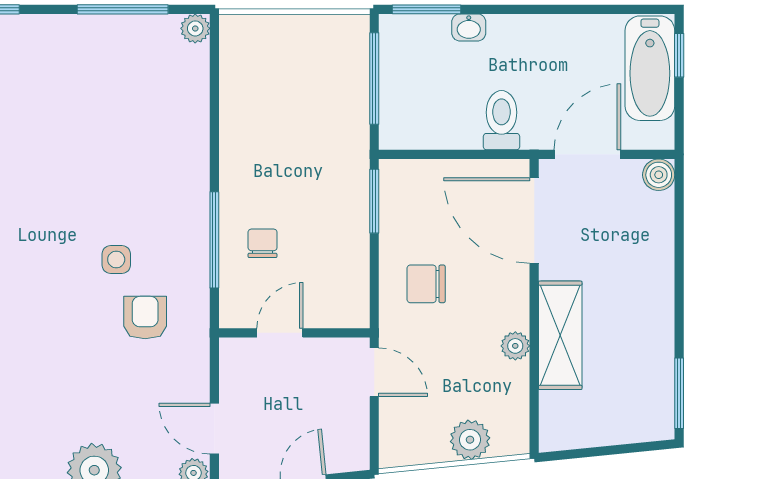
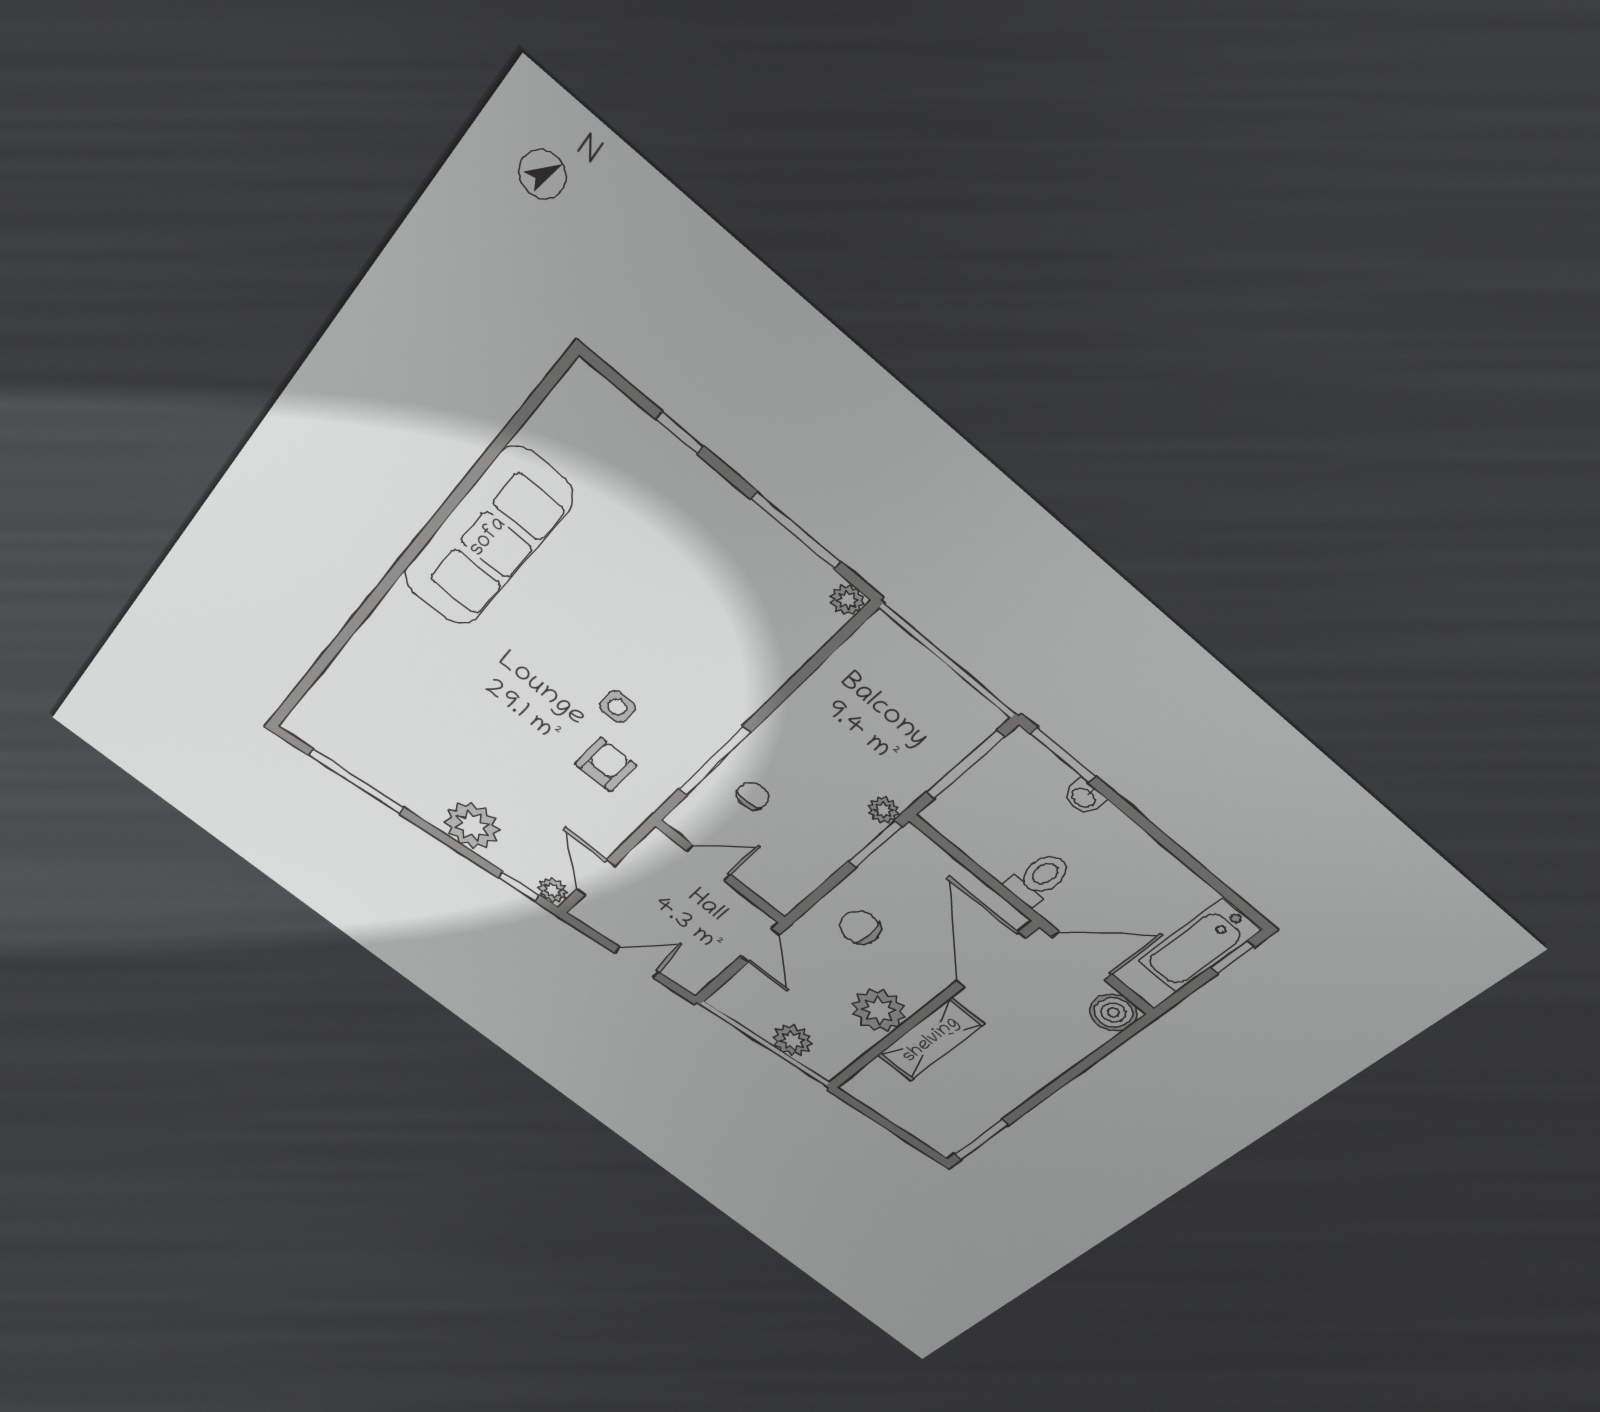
plant: (355, 167) -> (884, 810), added
boiler: (659, 175) -> (1113, 1012), width x1.36, depth x1.36
plant: (515, 346) -> (879, 1010), width x1.87, depth x1.87

